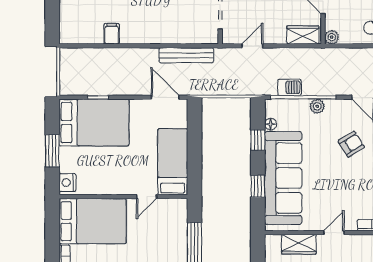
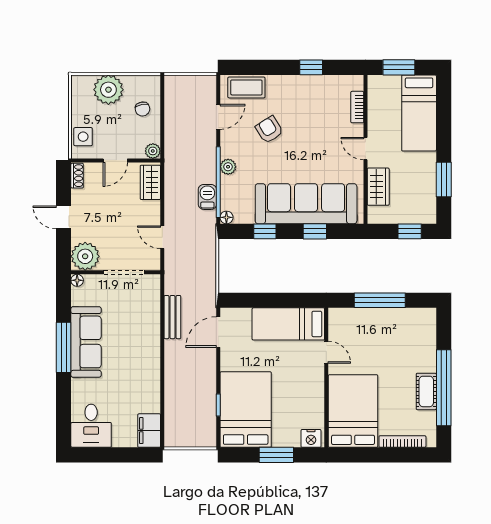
filing cabinet: (112, 34) -> (149, 431), moved, width x2.00
bench: (186, 55) -> (172, 317), width x0.73
floor lamp: (271, 124) -> (226, 217), moved

